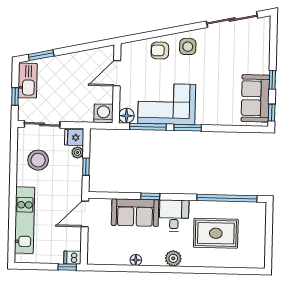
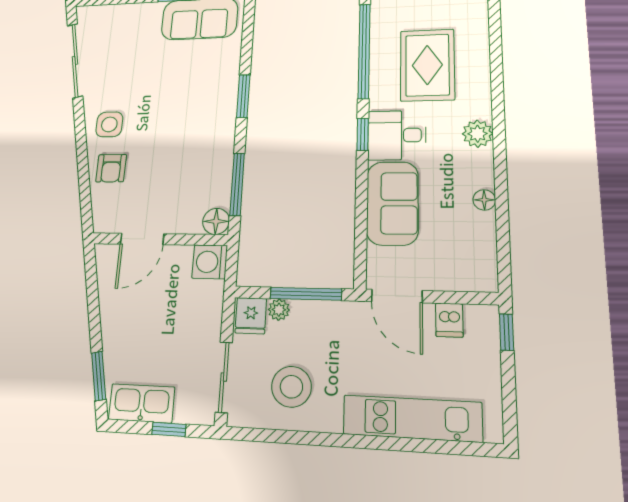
door: (117, 73) -> (142, 239), hinge flipped
corner sofa: (167, 104) -> (200, 154), removed
window: (188, 128) -> (243, 96), moved
window: (86, 167) -> (306, 294), width x2.17
window: (150, 196) -> (363, 134), moved
dishwasher: (72, 258) -> (449, 320), moved

